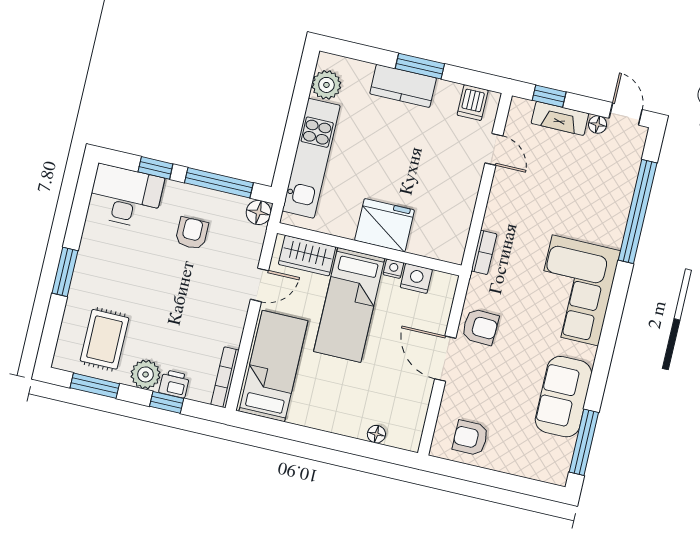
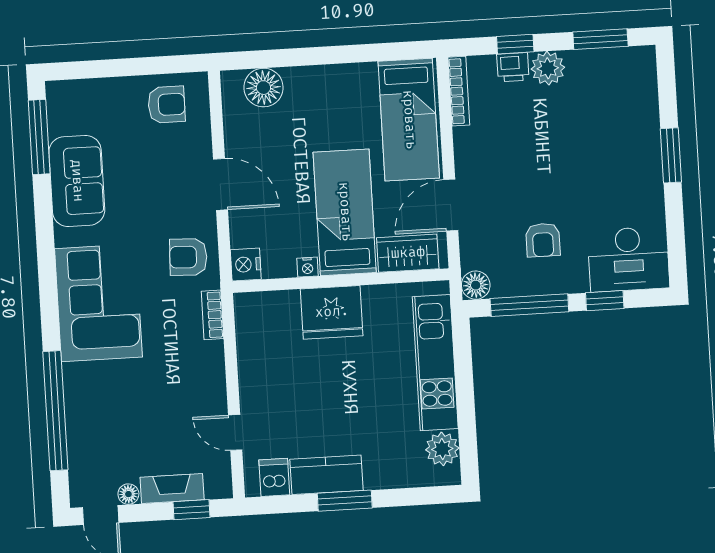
kitchen counter: (403, 86) -> (326, 475), moved
nightstand: (416, 278) -> (246, 264), moved, turned 90
door: (260, 285) -> (451, 205), width x1.38
armchair: (480, 327) -> (188, 257), moved
rug: (105, 339) -> (605, 94), removed
floor lamp: (376, 434) -> (263, 88), width x1.89, depth x1.89

